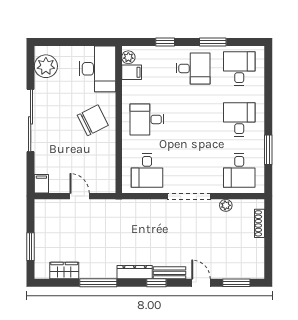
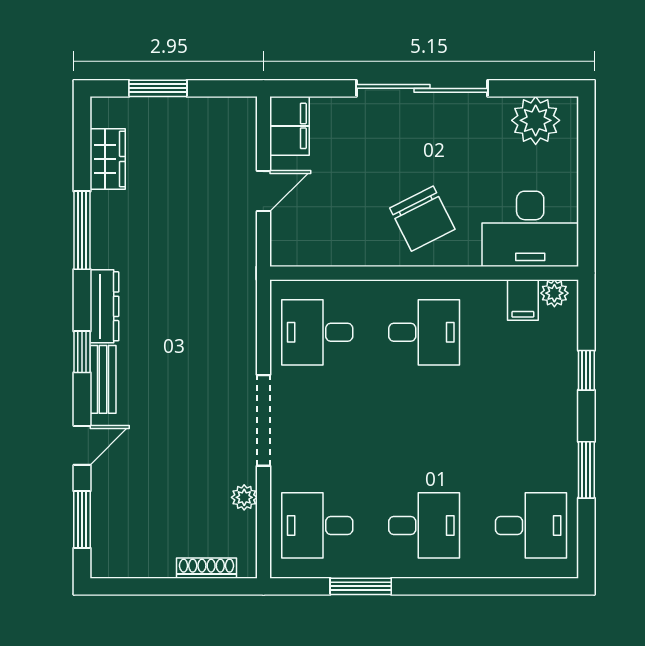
desk: (193, 68) -> (531, 429), removed
desk: (147, 119) -> (424, 332), turned 90
filing cabinet: (41, 184) -> (290, 126), width x2.00

